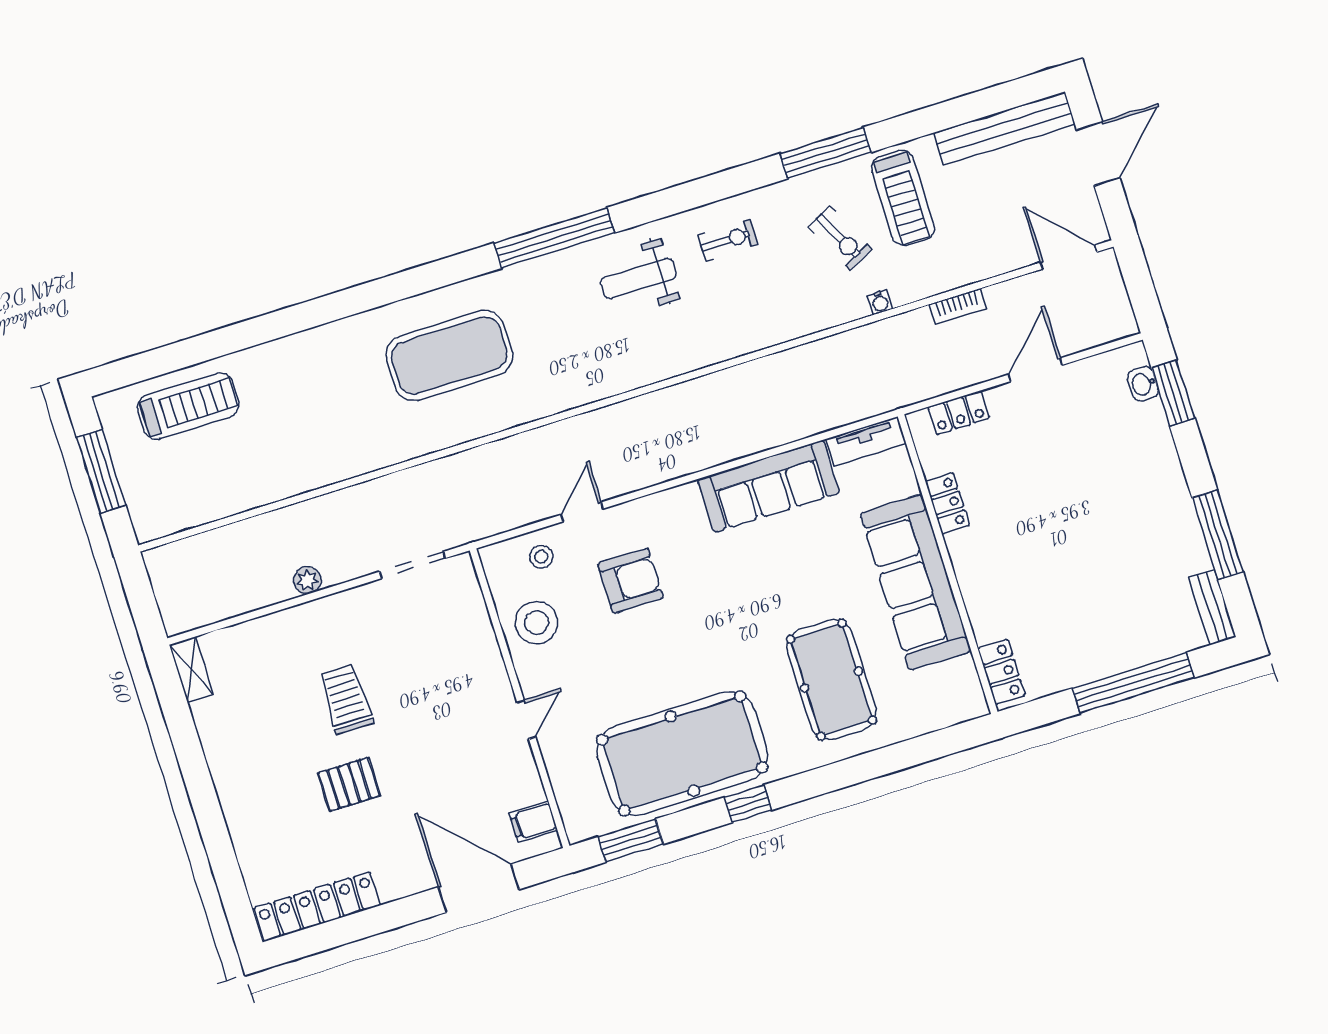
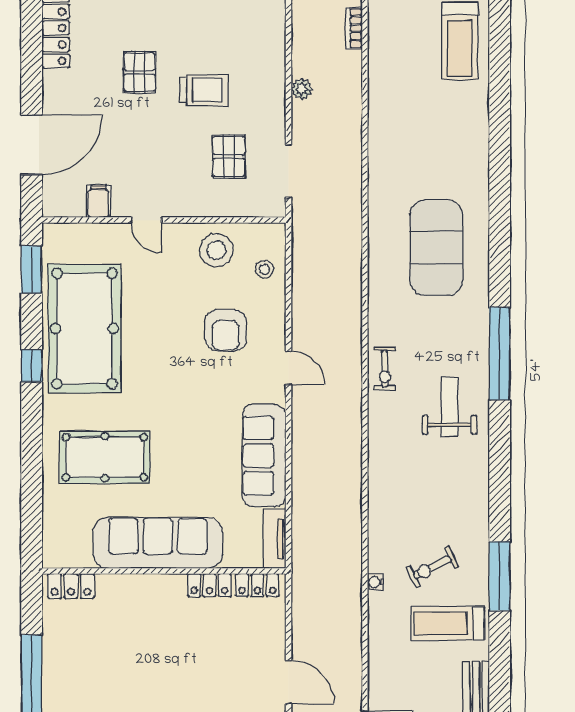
exercise bike: (728, 240) -> (385, 369), moved
bookcase: (958, 306) -> (354, 28), moved
locker: (959, 413) -> (257, 585), moved, turned -90
door: (582, 512) -> (289, 368), moved
pallet: (417, 644) -> (229, 156), added
filing cabinet: (533, 822) -> (99, 201), moved

